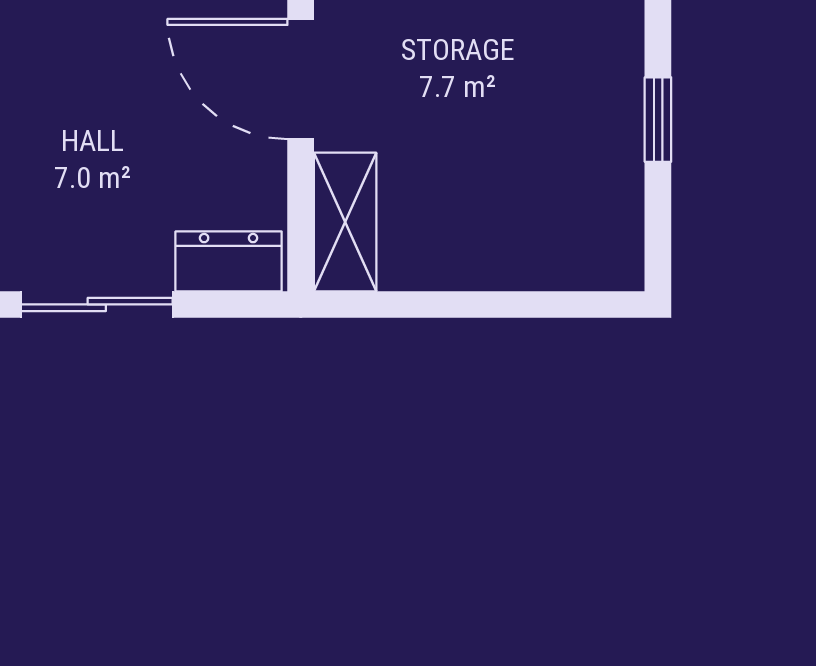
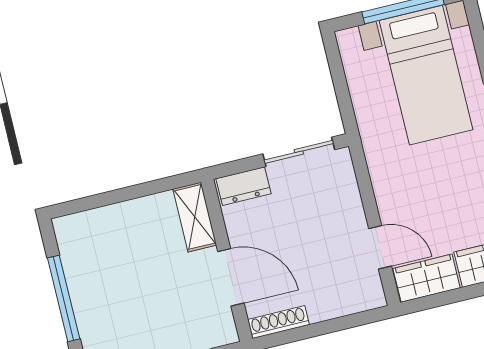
window: (658, 120) -> (64, 298), width x2.17

